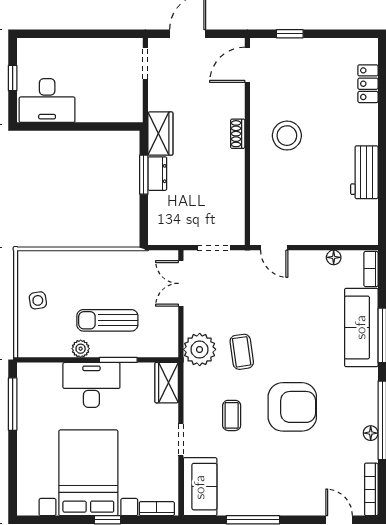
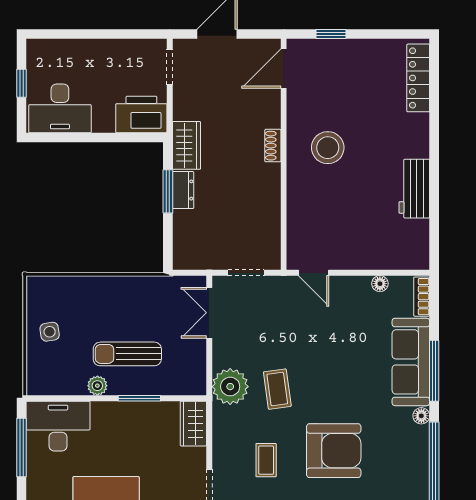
locker: (368, 84) -> (418, 78), width x1.53
printer: (120, 106) -> (141, 115), added
desk: (91, 385) -> (58, 426), moved
floor lamp: (371, 433) -> (421, 416), moved

